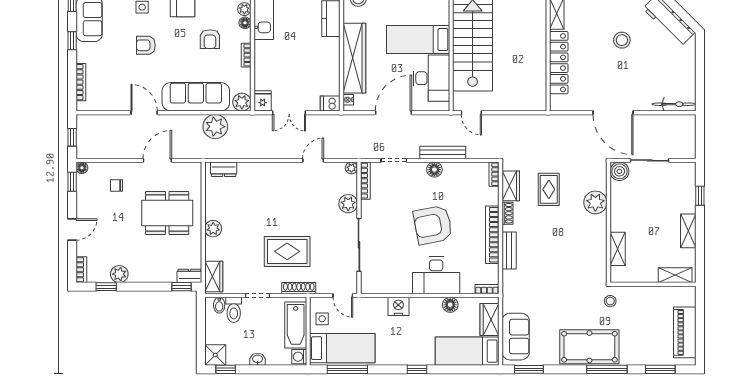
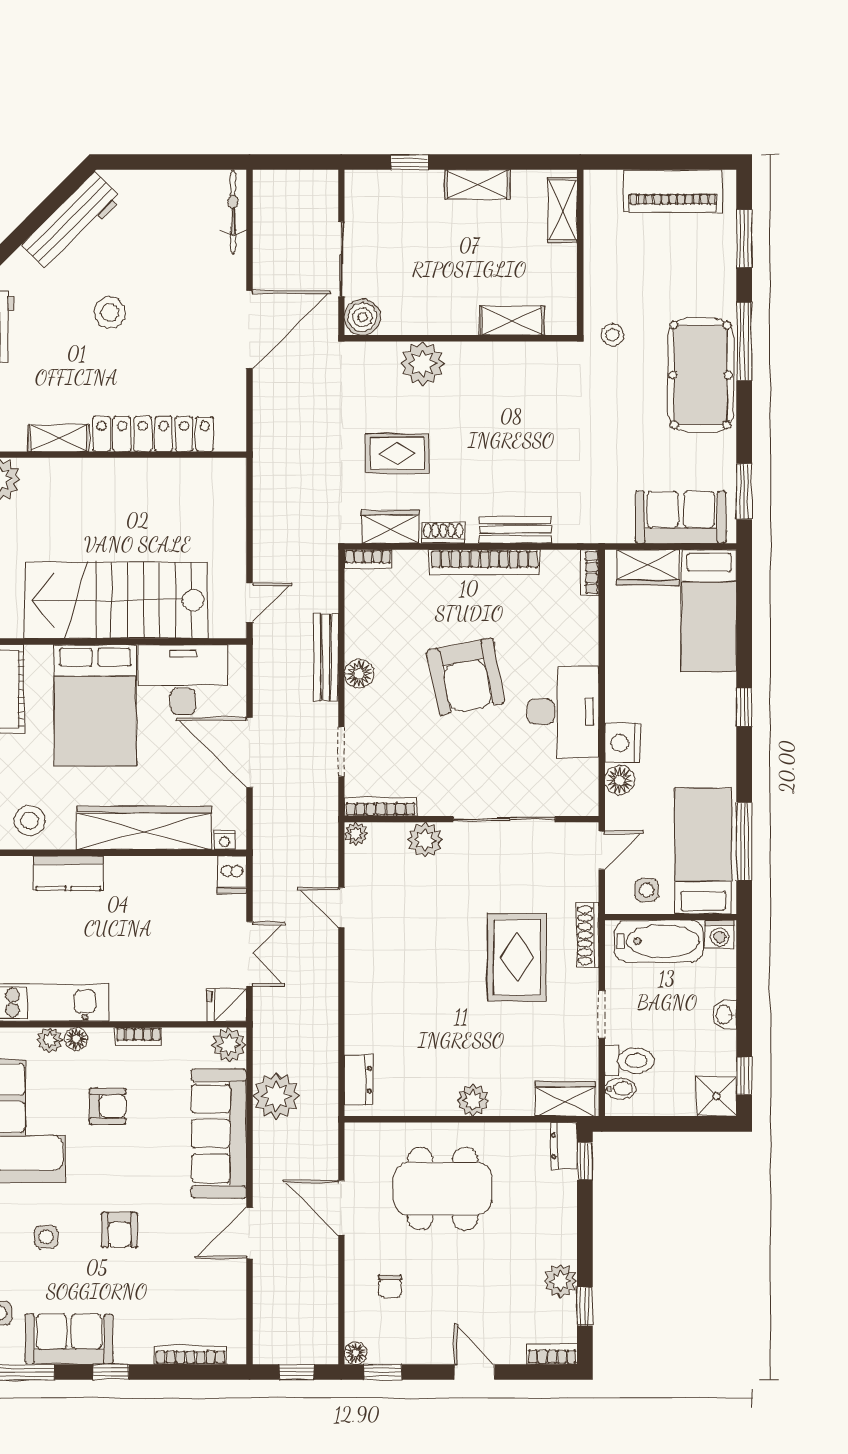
bed: (418, 40) -> (95, 705), width x1.50
dining table: (167, 213) -> (443, 1189), turned 90
desk: (436, 275) -> (563, 712), moved
floor lamp: (450, 305) -> (620, 780), moved

